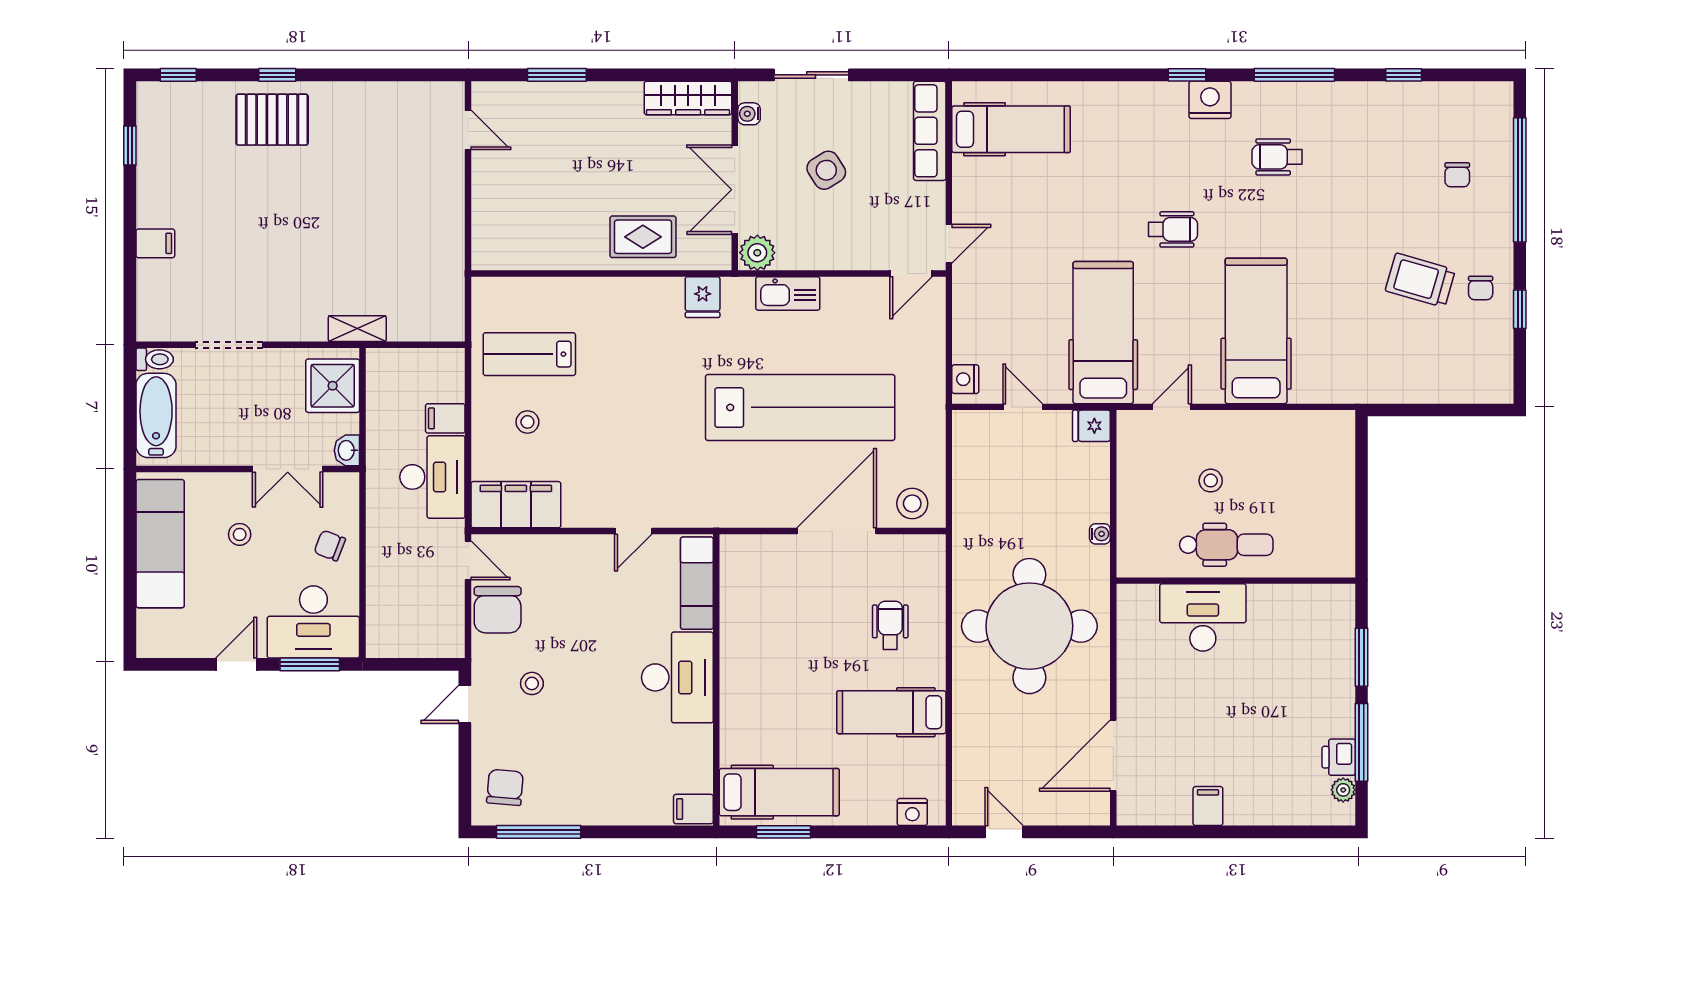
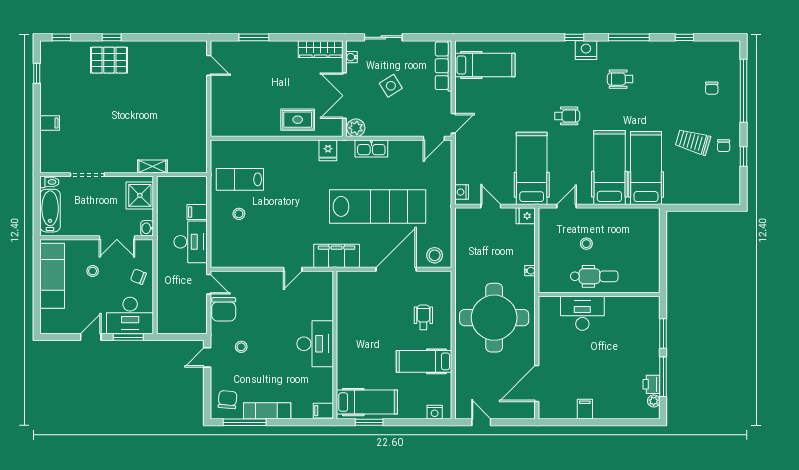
hospital bed: (1328, 332) -> (646, 168), added
filing cabinet: (516, 505) -> (337, 256), moved
exam couch: (697, 583) -> (267, 411), moved, turned 90

